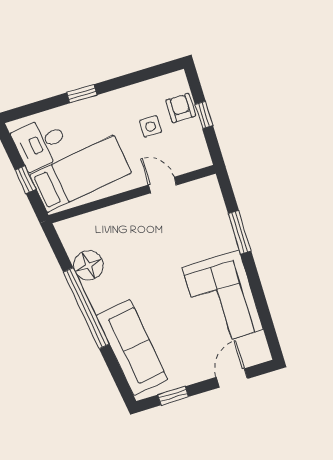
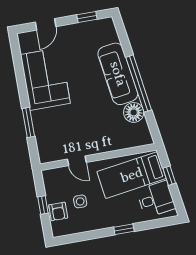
sofa: (132, 348) -> (118, 74), moved

